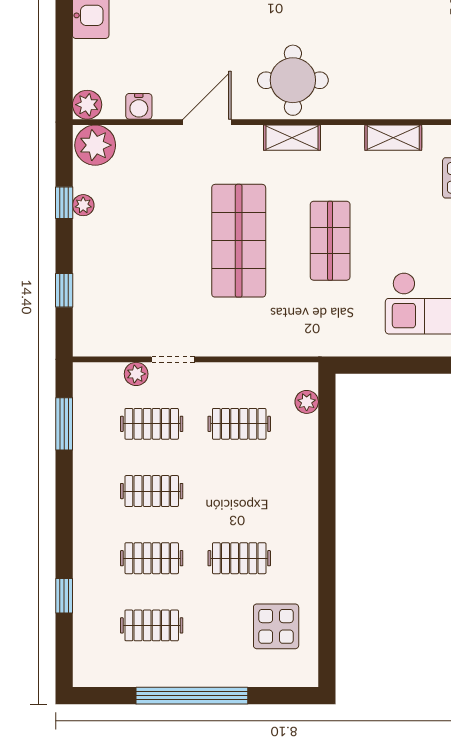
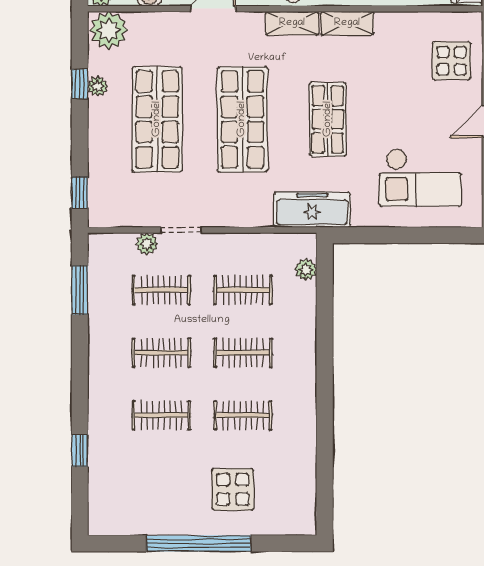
shelving: (393, 138) -> (347, 23), moved
shop shelf: (147, 241) -> (157, 119), added
window: (64, 290) -> (80, 193), moved
freezer: (313, 338) -> (312, 210), added
clothes rail: (152, 625) -> (243, 353), moved
display table: (276, 626) -> (233, 489), moved

